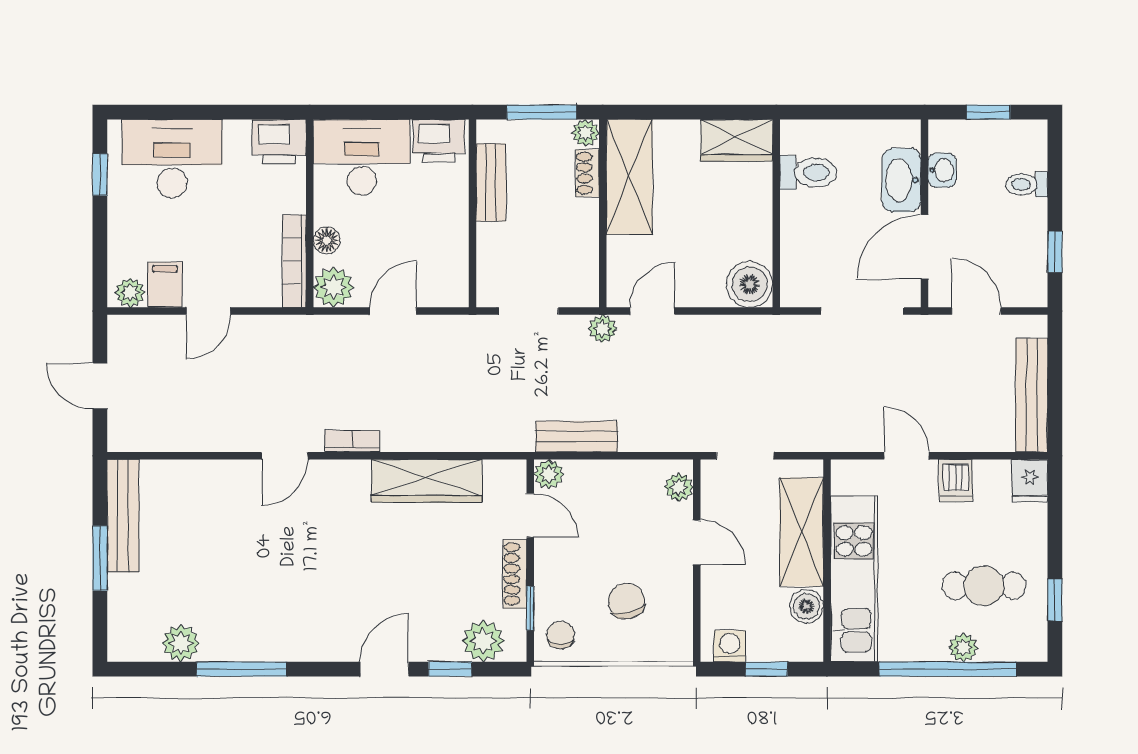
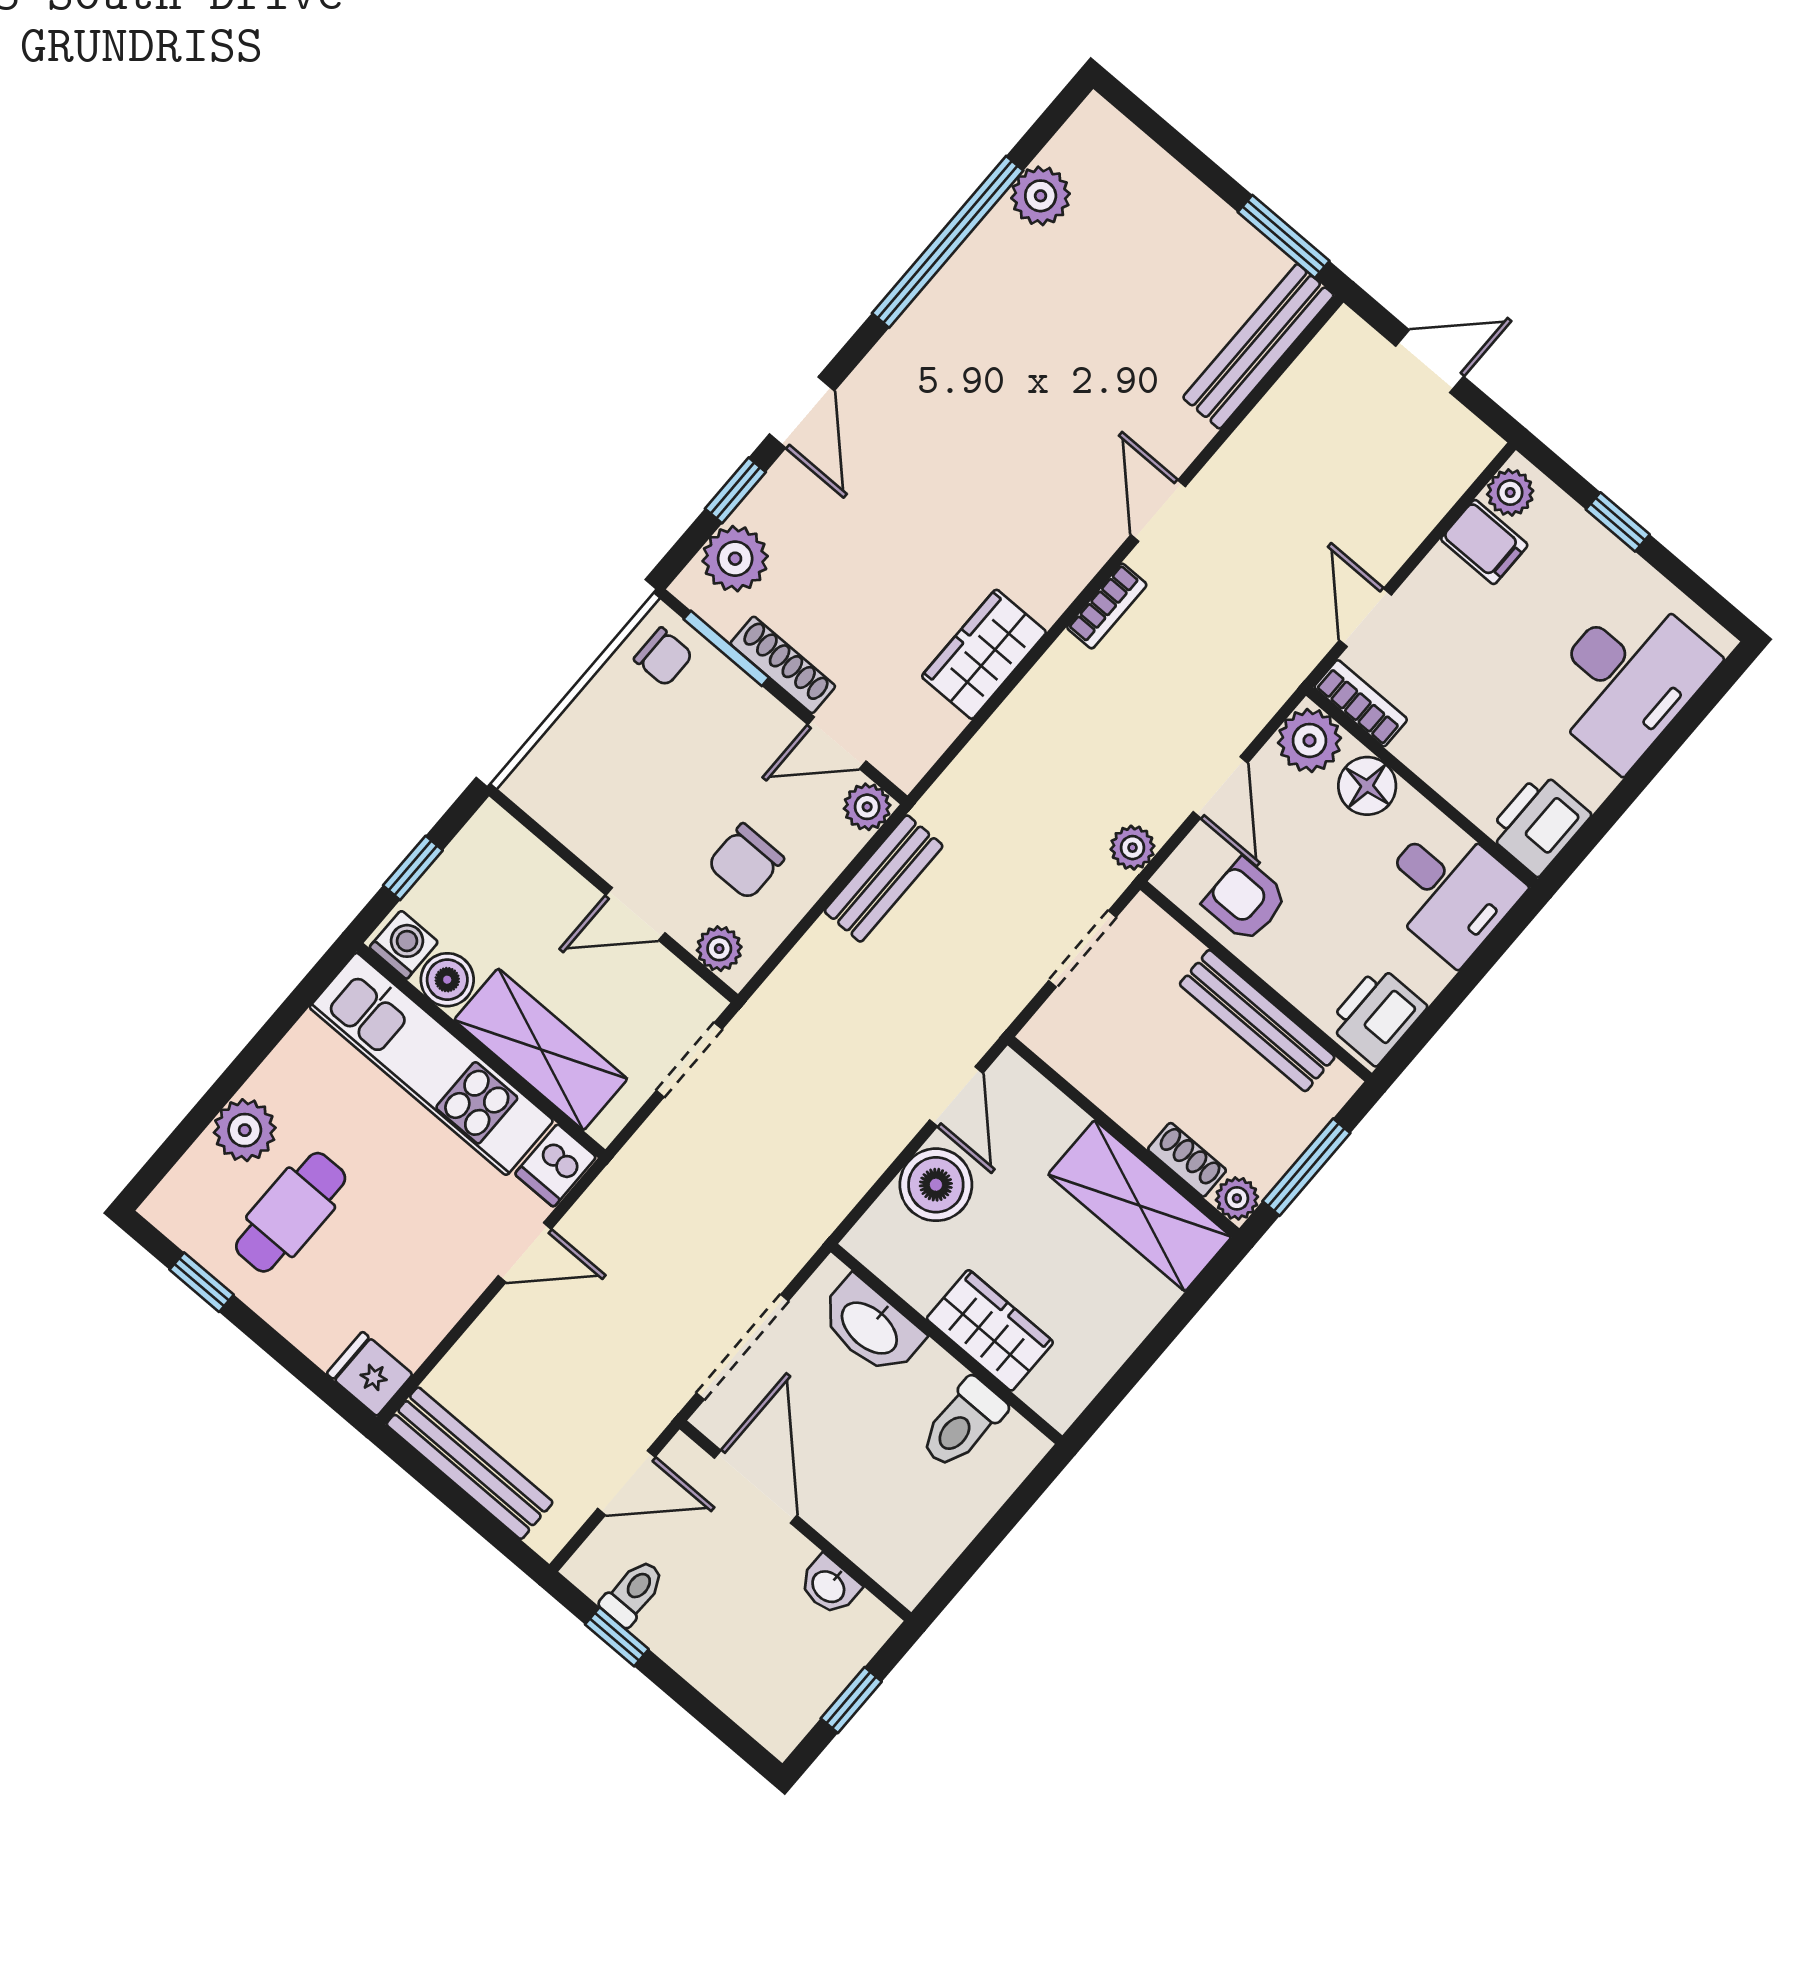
wardrobe: (737, 140) -> (990, 1330), moved, turned 90
desk: (362, 157) -> (1449, 891), width x0.73
window: (100, 175) -> (1618, 522), moved
washbasin: (901, 180) -> (871, 1327), moved, turned 180
bench: (491, 182) -> (1257, 1021), width x1.36
toilet: (1027, 184) -> (633, 1593), moved
floor lamp: (327, 240) -> (1367, 786), width x1.37, depth x1.37
armchair: (438, 252) -> (1245, 900), added
bookcase: (294, 261) -> (1361, 703), width x0.64
boiler: (750, 284) -> (936, 1185), moved
door: (208, 311) -> (1365, 618), moved
plant: (602, 329) -> (1132, 848), moved
wardrobe: (427, 481) -> (984, 654), width x0.67
dishwasher: (956, 481) -> (555, 1165), moved, turned -90
bench: (123, 516) -> (1258, 346), moved, turned 90
window: (100, 558) -> (1284, 236), moved
chair: (626, 601) -> (746, 862), moved, turned 103
window: (530, 608) -> (726, 648), width x1.50
washing machine: (730, 646) -> (404, 945), moved, turned -90
plant: (963, 648) -> (245, 1130), width x1.38, depth x1.38
window: (242, 669) -> (948, 242), width x1.46
window: (948, 669) -> (228, 1084), removed

